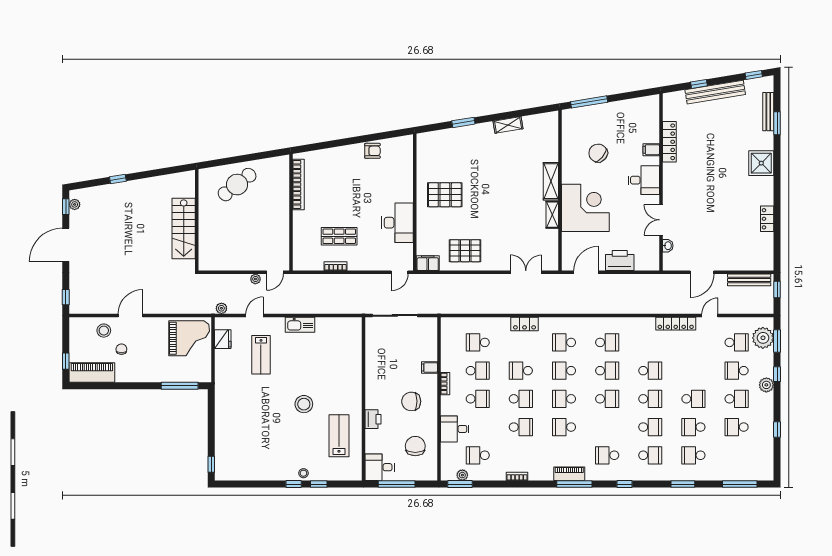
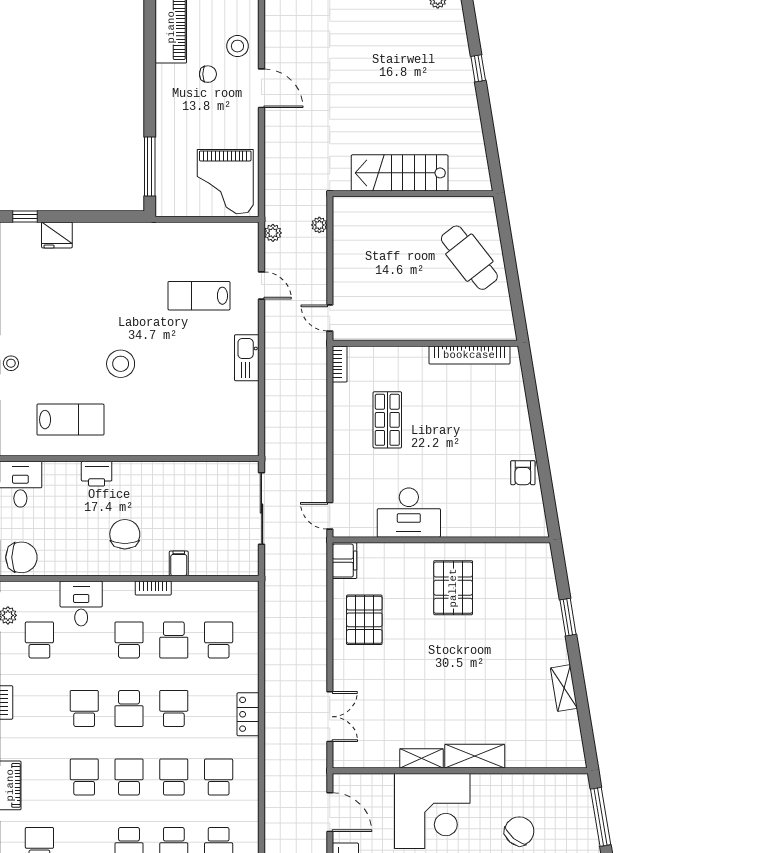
bookcase: (336, 266) -> (340, 364), moved
plant: (255, 279) -> (319, 225), moved
fridge: (223, 339) -> (57, 235), moved
school desk: (478, 399) -> (129, 640), turned 180
school desk: (521, 427) -> (84, 708), turned 180
chair: (415, 446) -> (21, 557), moved

